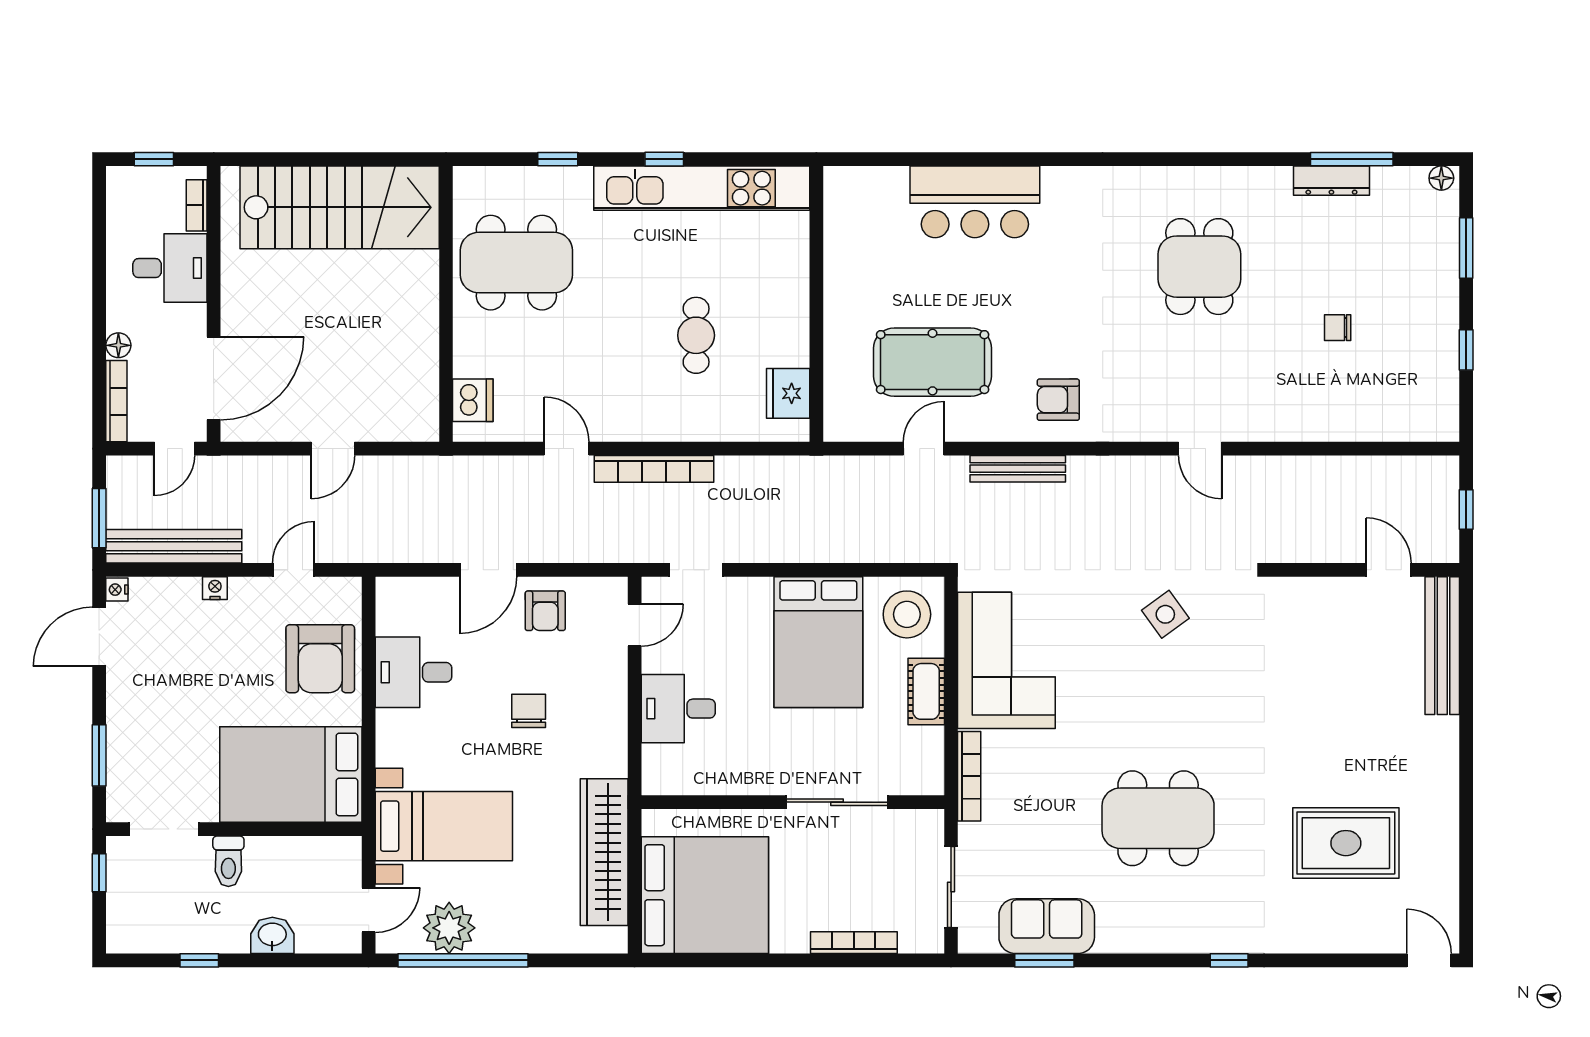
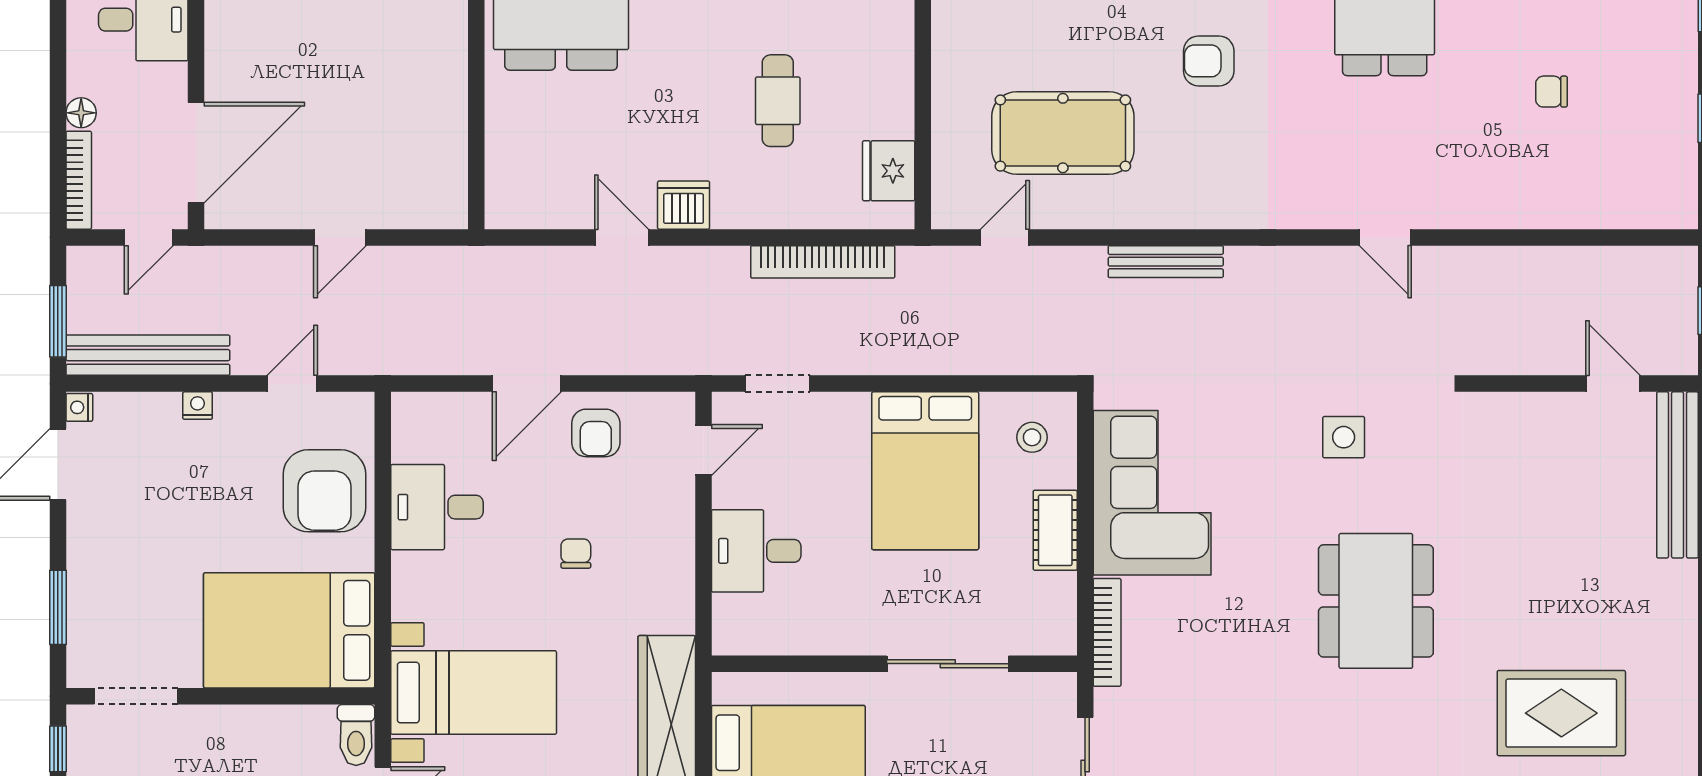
dishwasher: (473, 400) -> (684, 205), moved, turned -90
armchair: (1058, 400) -> (1209, 61), moved
door: (924, 449) -> (1005, 237), moved
bookcase: (654, 469) -> (823, 262), moved
stool: (907, 614) -> (1032, 437), width x0.53, depth x0.53
side table: (1165, 614) -> (1344, 437), turned 36
chair: (529, 711) -> (576, 554), width x0.73, depth x0.73
dining table: (1158, 818) -> (1376, 601), moved, turned 90
toilet: (228, 861) -> (356, 735), moved

